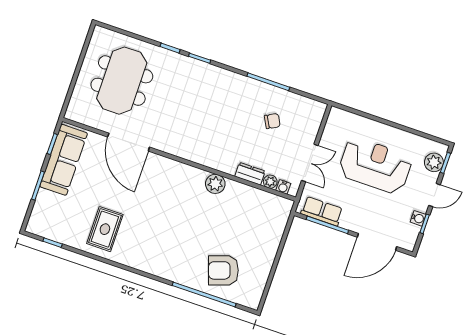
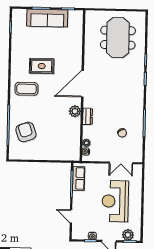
meeting table: (122, 81) -> (118, 38), turned 90
door: (129, 142) -> (83, 84), moved
sofa: (64, 160) -> (47, 18), moved
double door: (310, 163) -> (121, 163), moved
reception desk: (375, 165) -> (115, 201), turned 180
dresser: (250, 174) -> (88, 116), moved
rug: (105, 229) -> (42, 66), moved
door: (377, 242) -> (71, 216), width x0.53
coffee table: (156, 248) -> (26, 89), added

